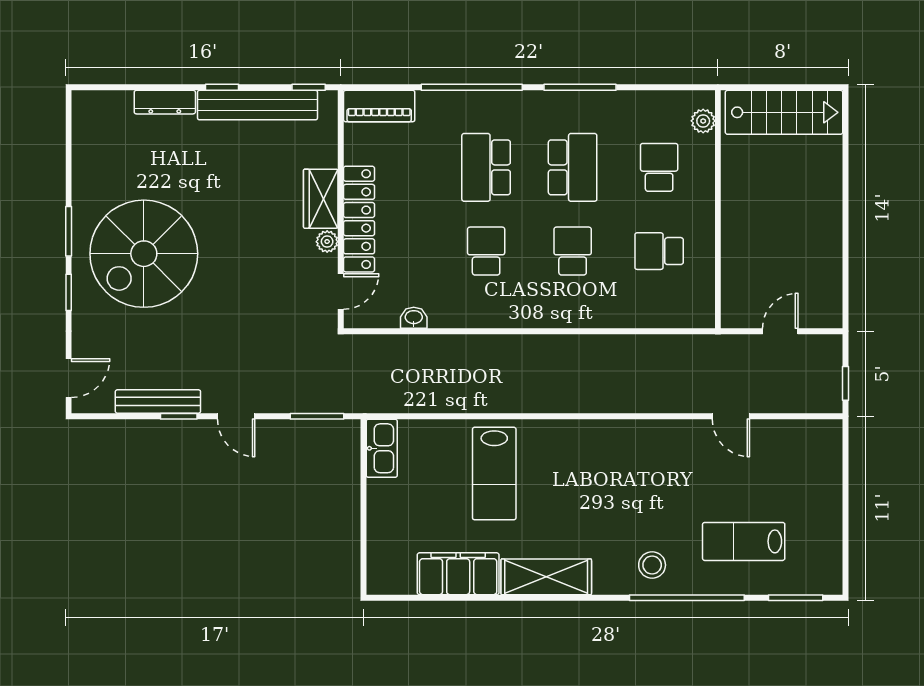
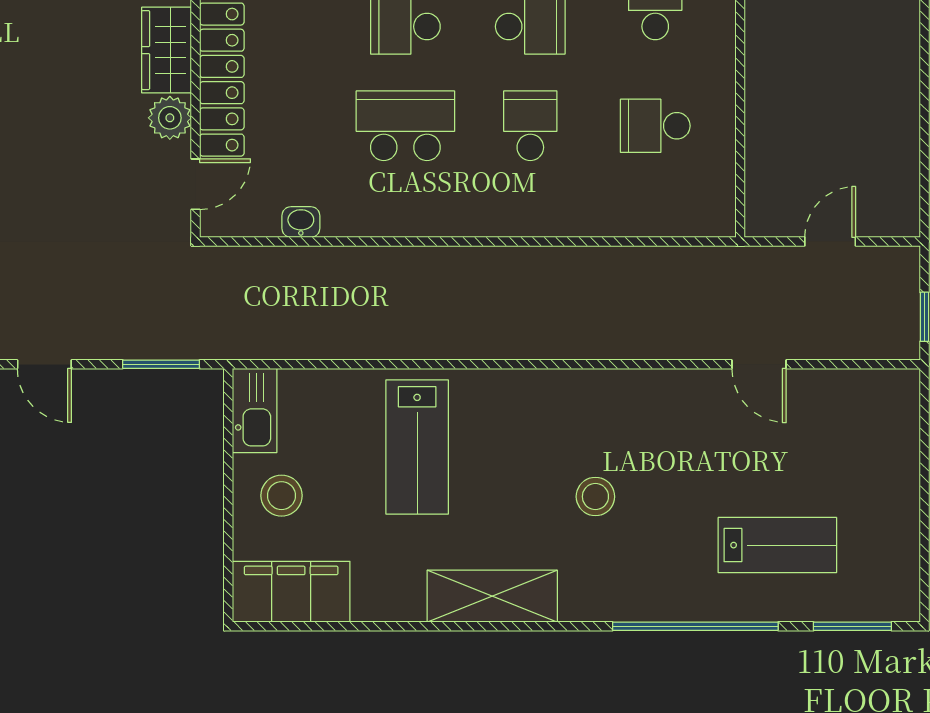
plant: (327, 242) -> (170, 118), width x1.38, depth x1.38
school desk: (486, 251) -> (405, 126), width x1.85
stool: (400, 507) -> (282, 496), added
lab bench: (744, 541) -> (777, 545), turned 180
stool: (652, 565) -> (595, 497), moved
filing cabinet: (458, 574) -> (291, 592), moved

